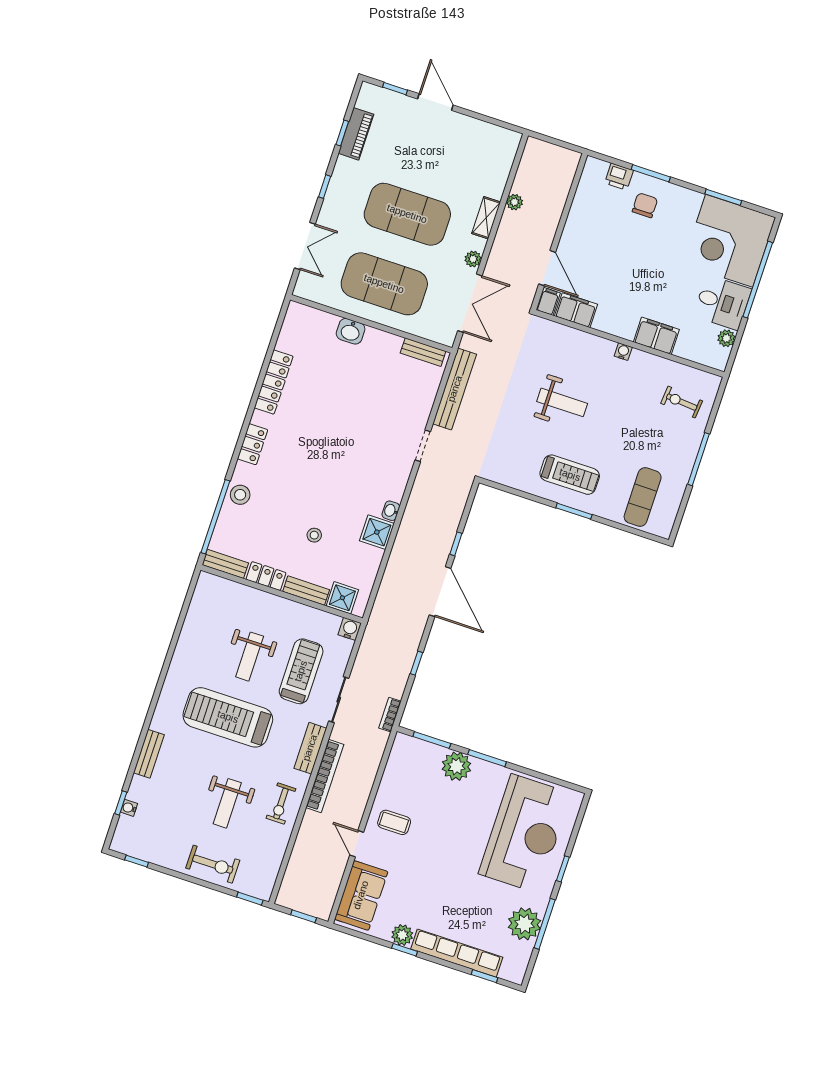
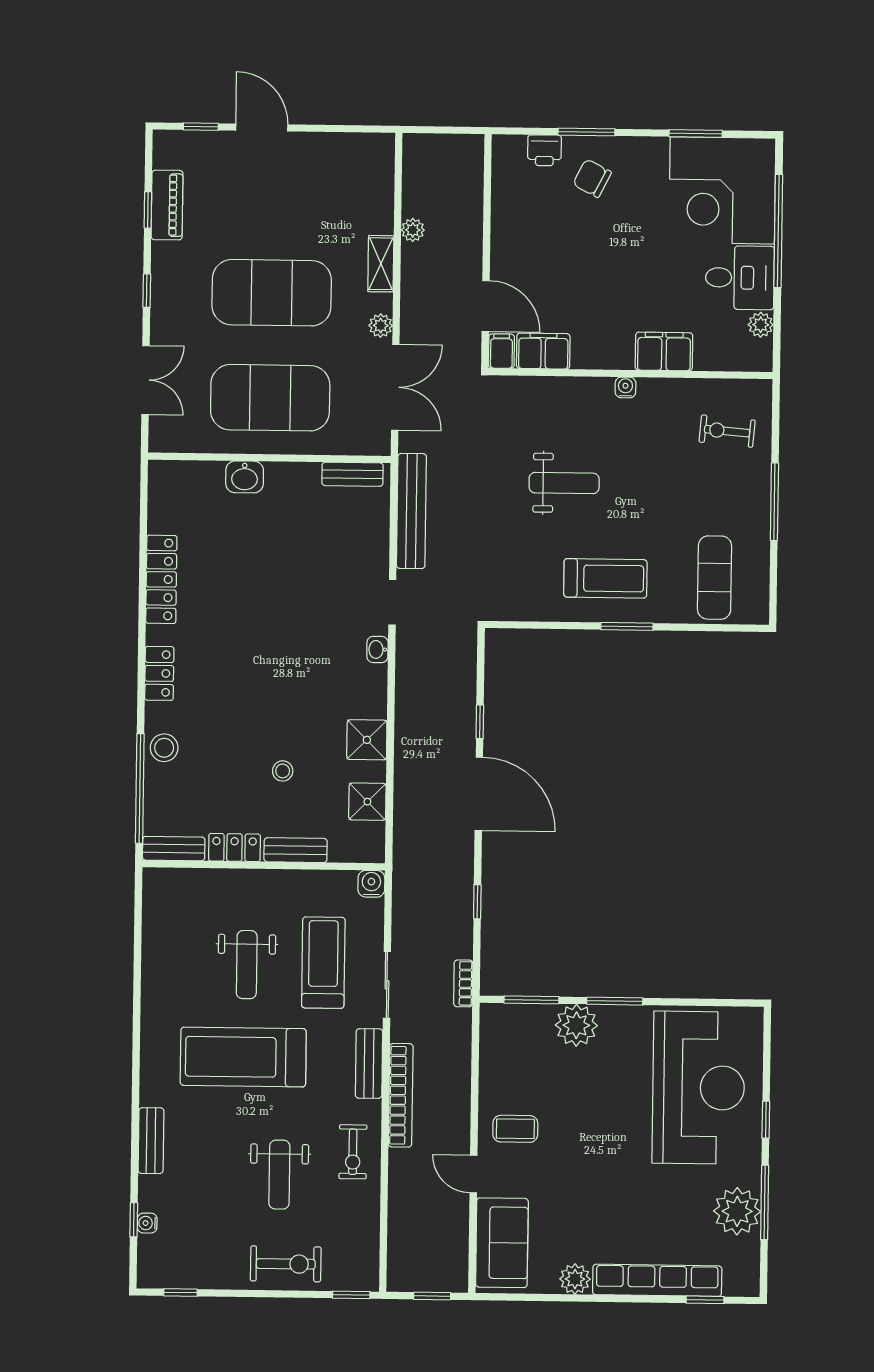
chair: (645, 205) -> (592, 178), turned -63
washbasin: (391, 511) -> (377, 649), moved
shower: (342, 598) -> (367, 802), moved
window: (405, 950) -> (584, 1298), removed

